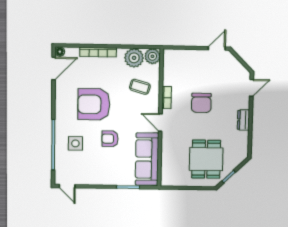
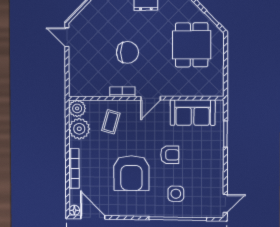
armchair: (110, 139) -> (170, 155), turned -90
sofa: (147, 159) -> (193, 113), width x0.73
dining table: (206, 159) -> (192, 45), turned 90

